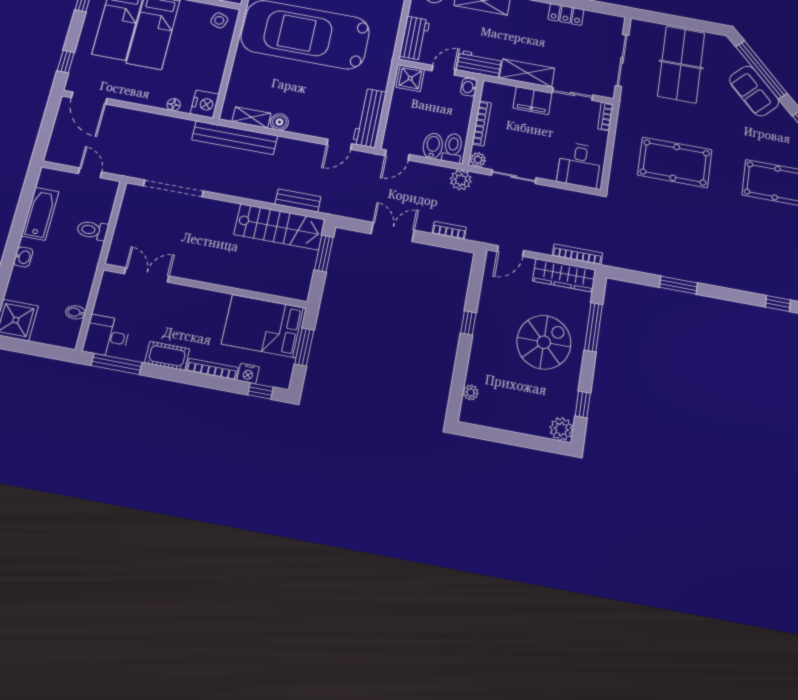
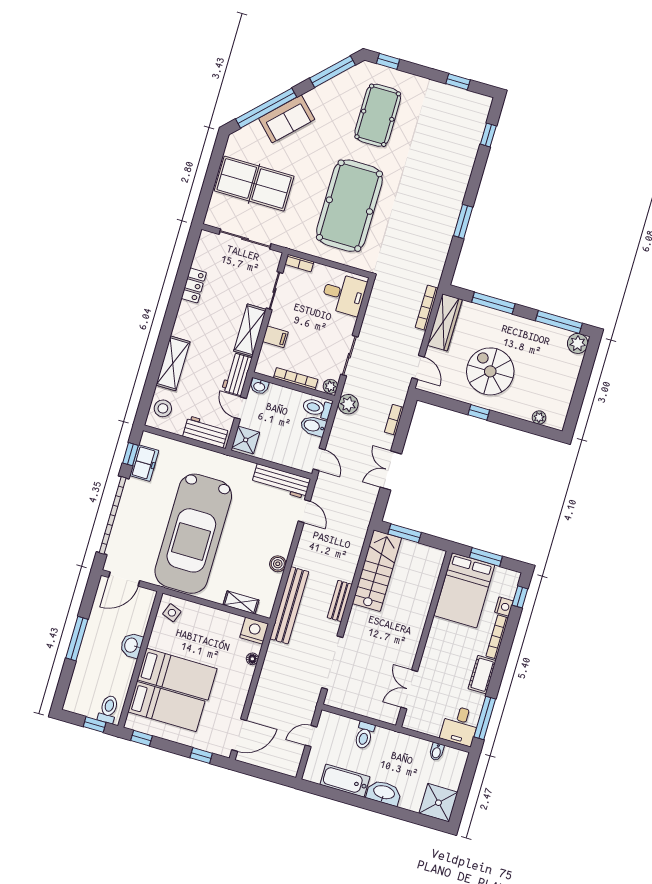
filing cabinet: (532, 101) -> (275, 337), width x0.50
shelving: (251, 117) -> (241, 602), moved, turned 90
pool table: (675, 162) -> (349, 206), width x1.36, depth x1.32
bench: (298, 200) -> (340, 601), moved
washbasin: (23, 257) -> (384, 793), width x1.91, depth x1.45
spiral stairs: (544, 342) -> (490, 371), moved
window: (583, 404) -> (559, 322), width x2.17

